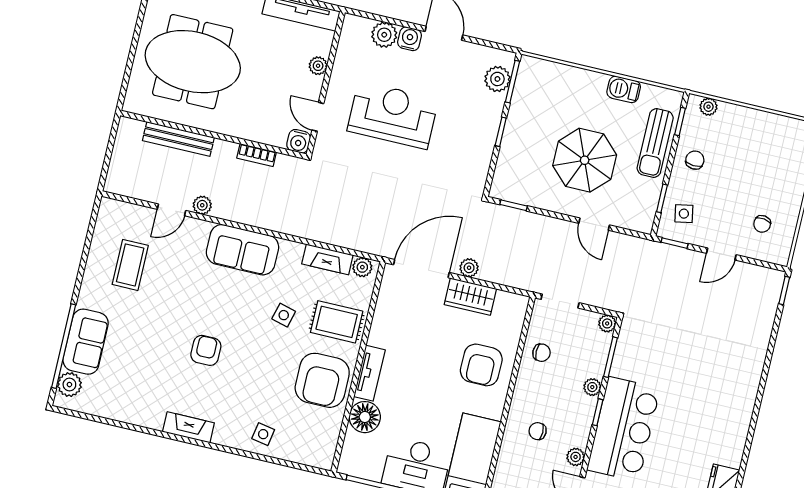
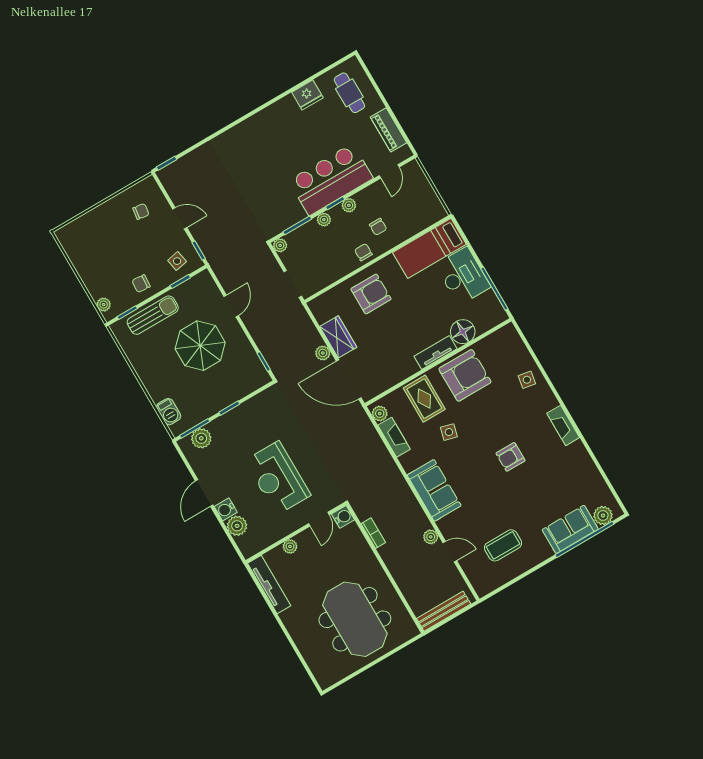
barbecue: (624, 89) -> (169, 412), moved
bench: (178, 139) -> (444, 611), moved, turned 90
chair: (542, 353) -> (363, 252), moved
plant: (576, 457) -> (349, 205), moved

